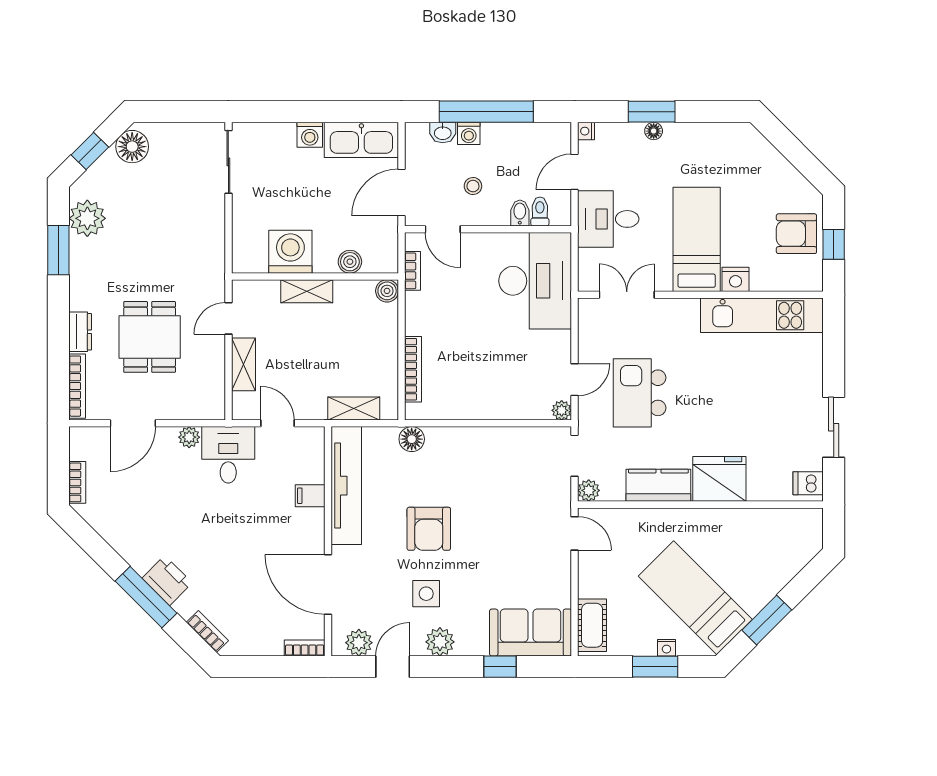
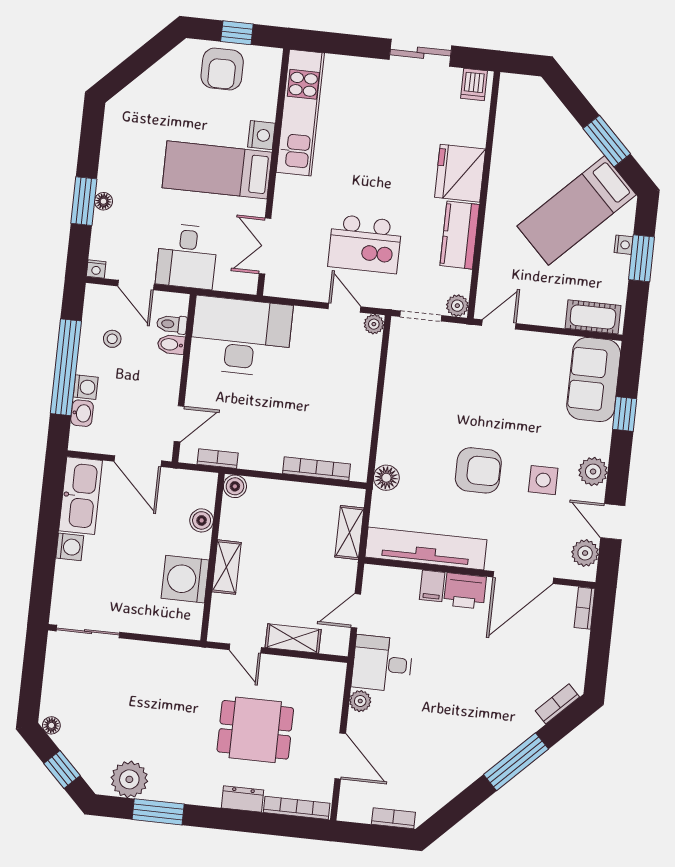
floor lamp: (132, 147) -> (51, 725), width x0.53, depth x0.53
stool: (473, 186) -> (112, 339), moved
printer: (167, 580) -> (465, 591), moved, turned -135

